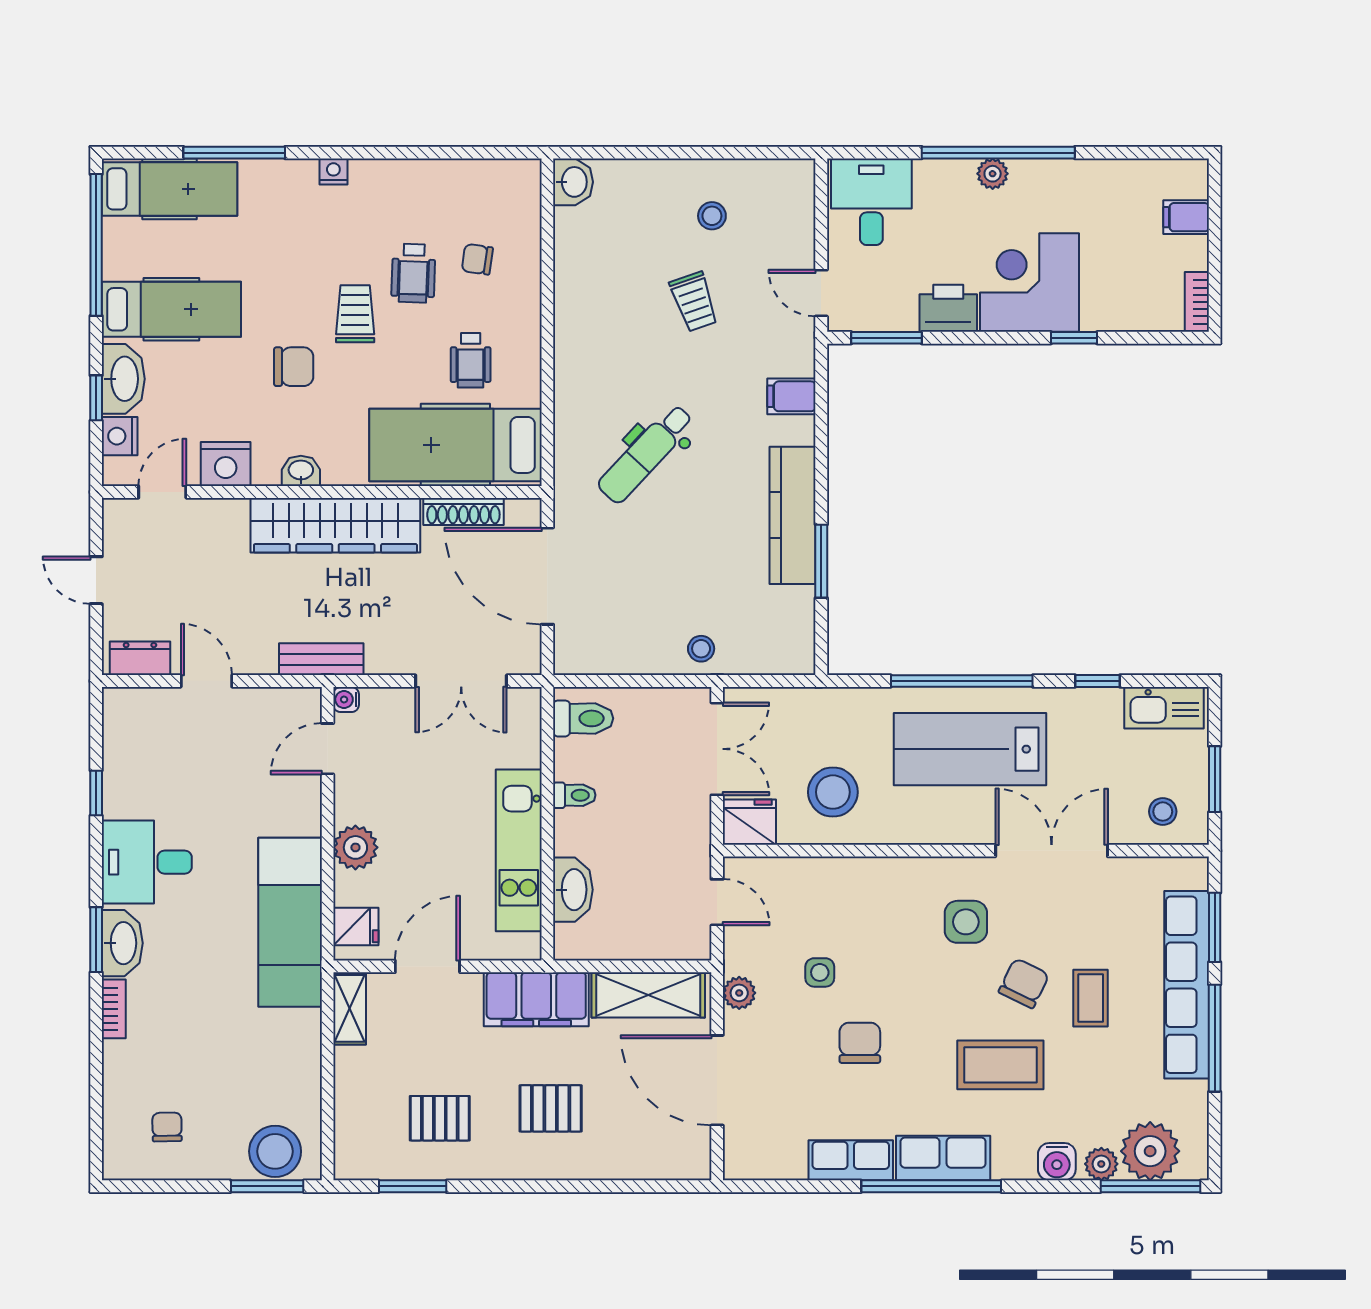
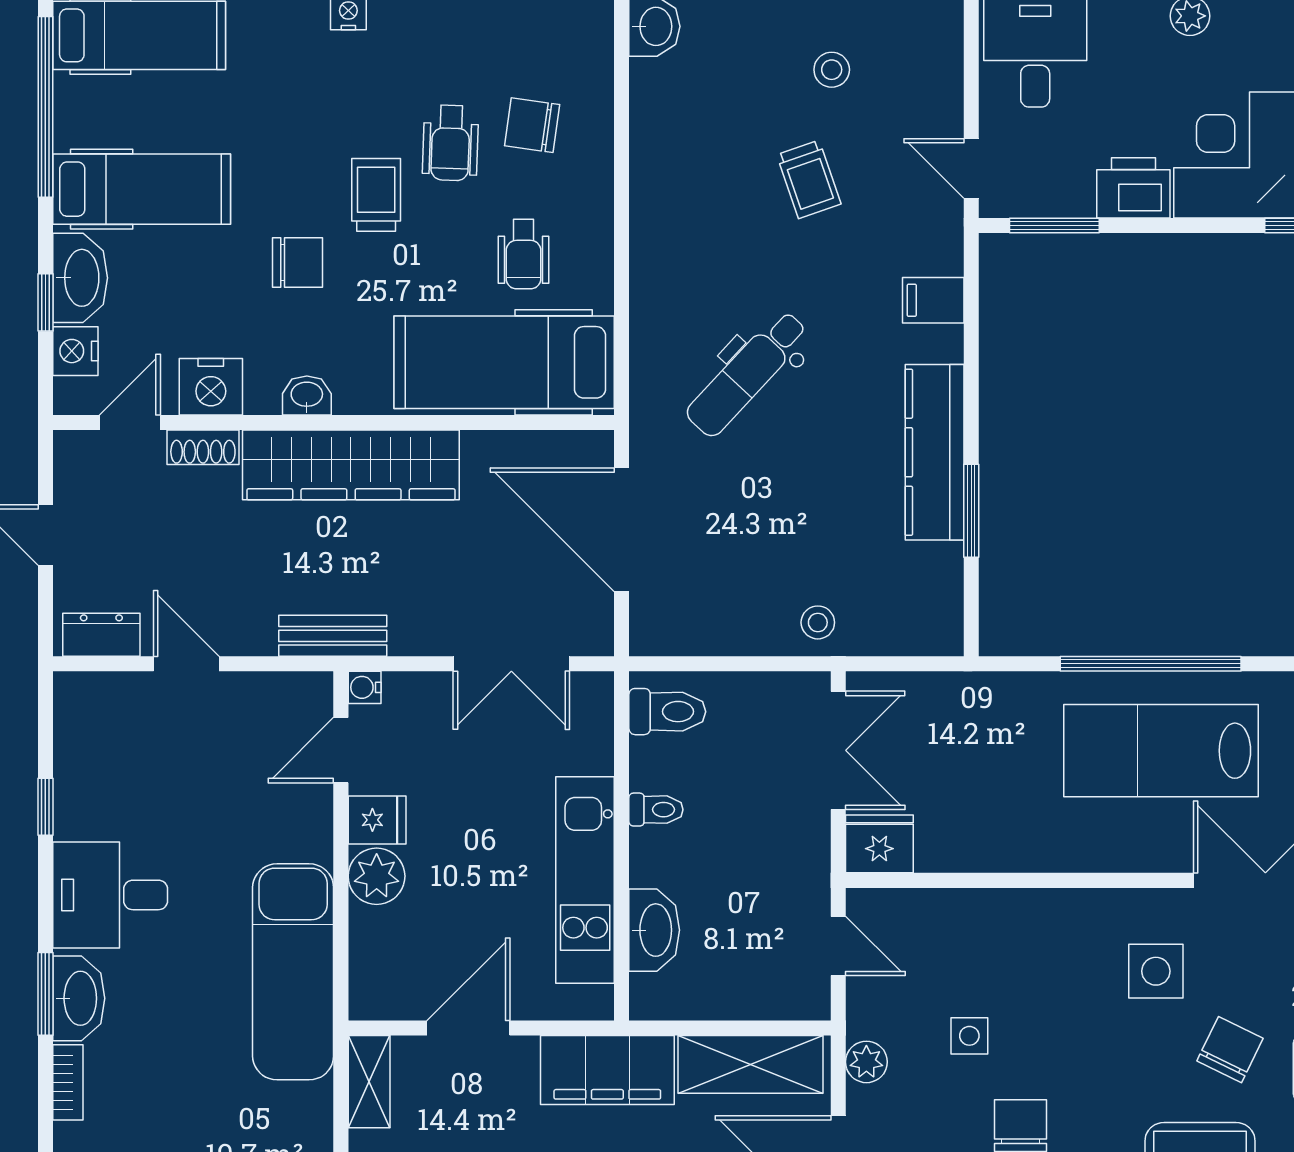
chair: (477, 259) -> (532, 125), width x1.37, depth x1.37
shoe rack: (463, 511) -> (203, 447), moved, width x0.70
stool: (833, 792) -> (986, 805), removed
fridge: (356, 926) -> (377, 820), moved

